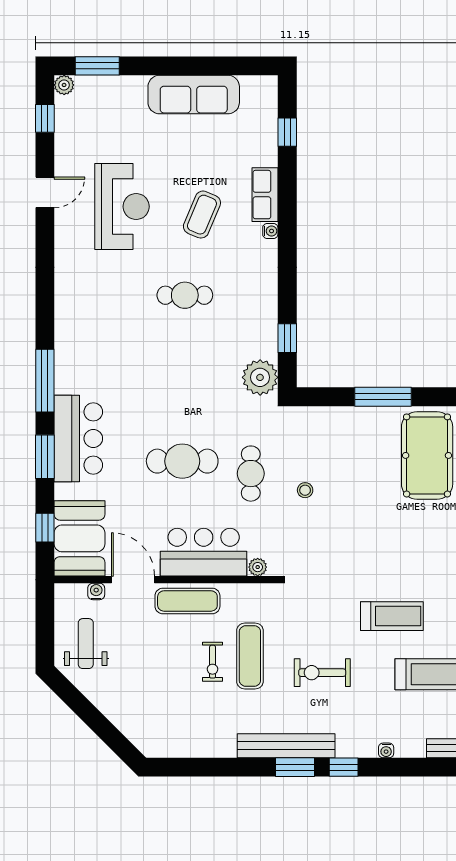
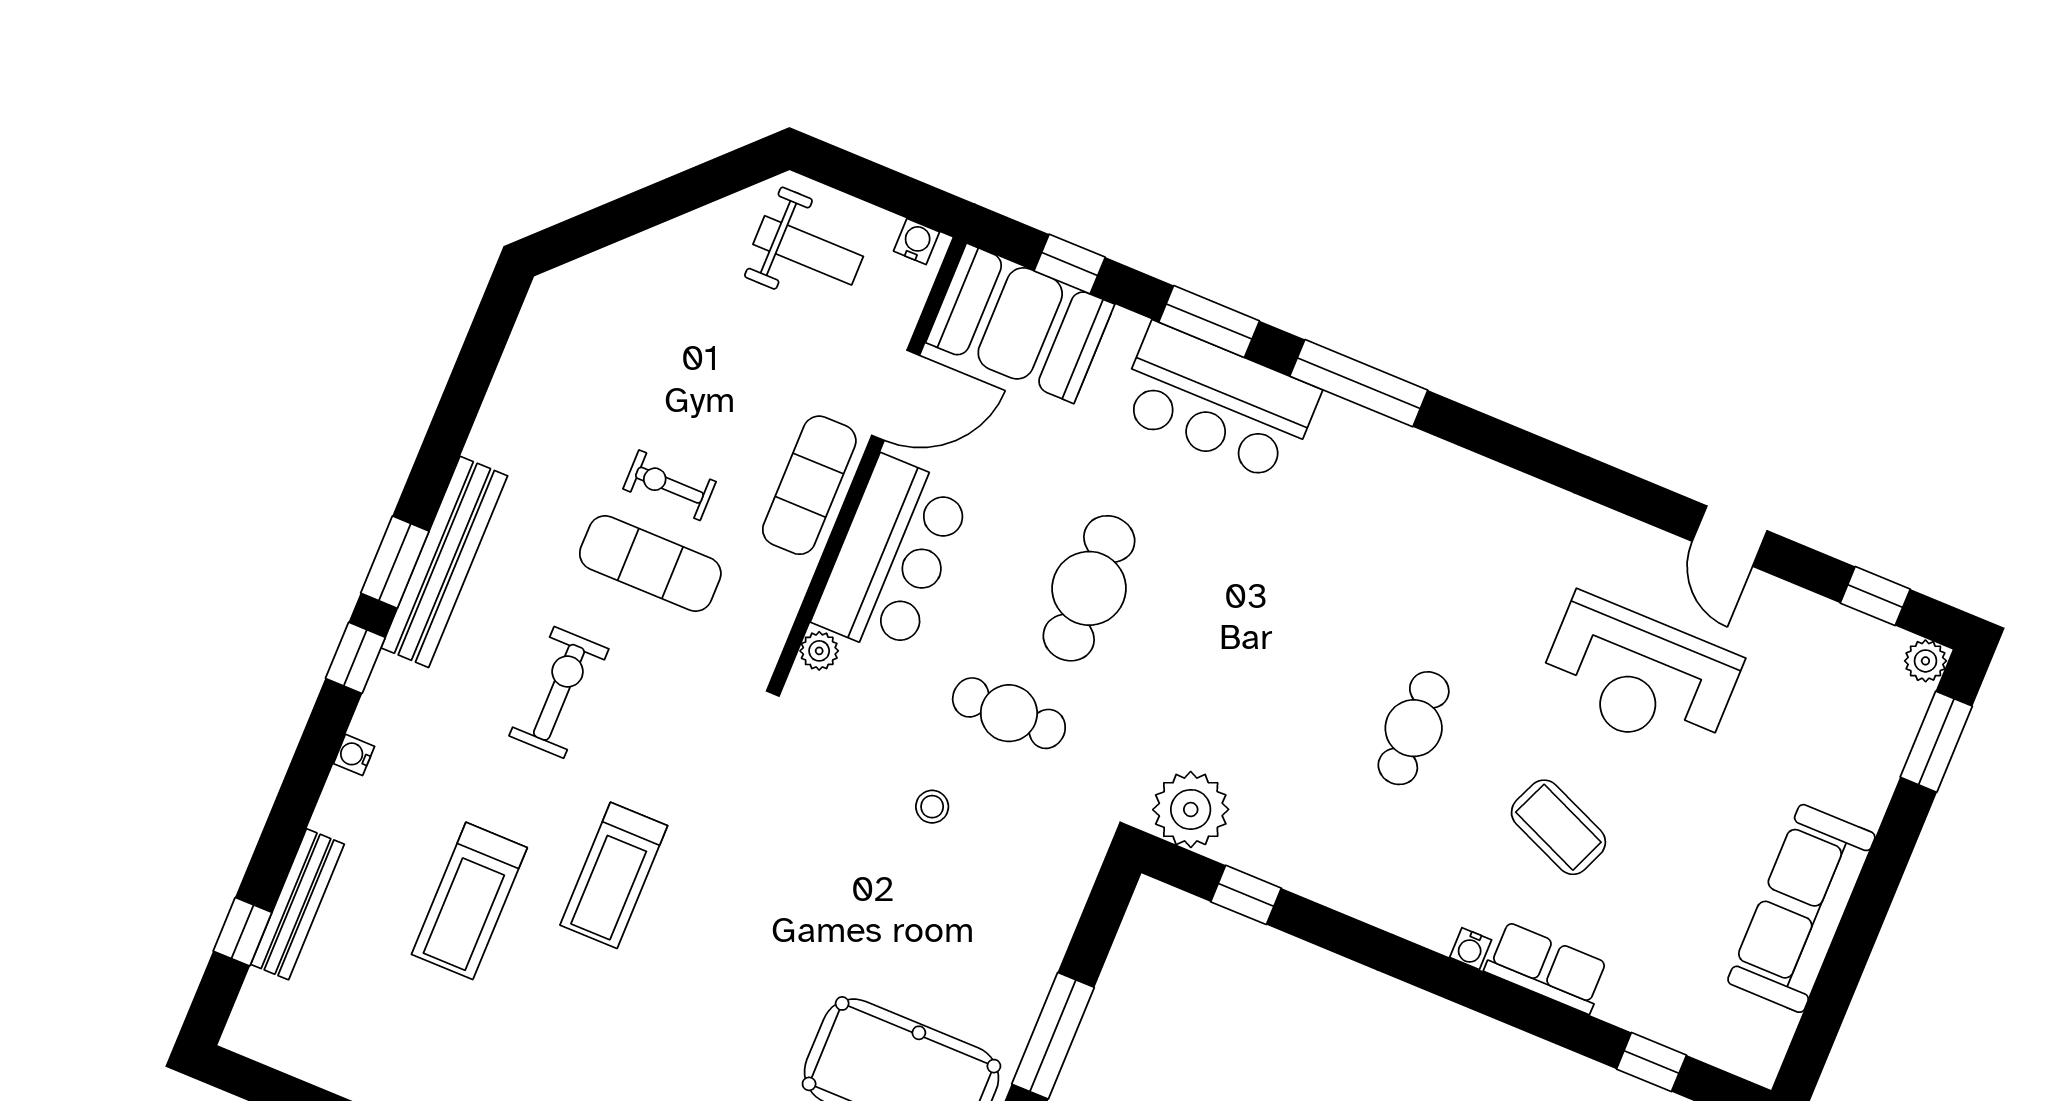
water cooler: (96, 591) -> (917, 242), moved, turned -90

